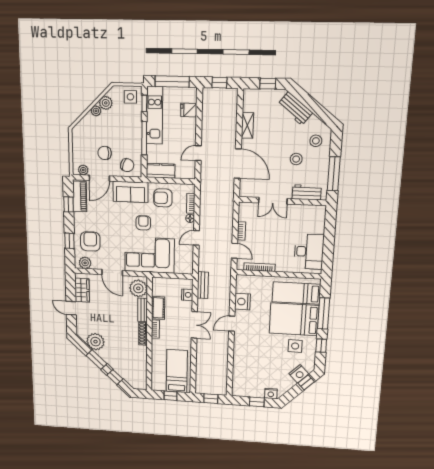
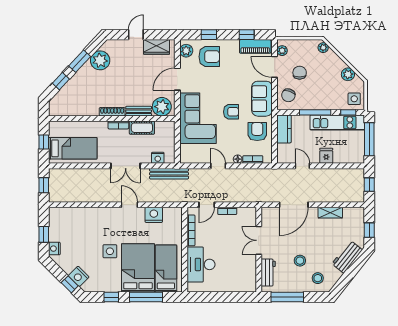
fridge: (189, 110) -> (326, 156), moved
plant: (96, 111) -> (323, 48), moved
desk: (309, 252) -> (201, 264), moved, turned 90
bench: (203, 285) -> (169, 174), width x1.36
side table: (295, 346) -> (110, 251), moved

